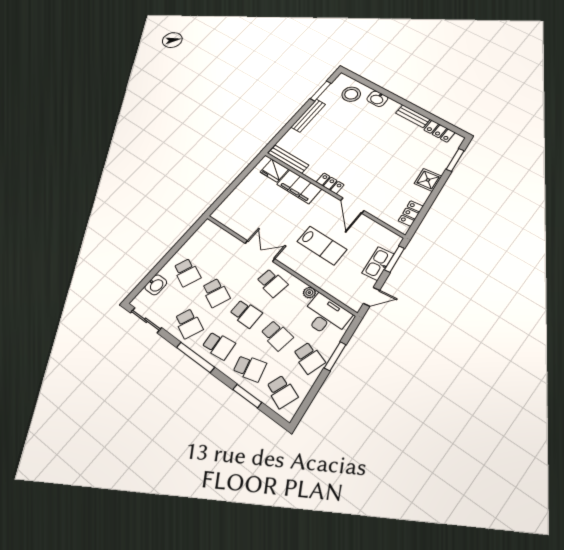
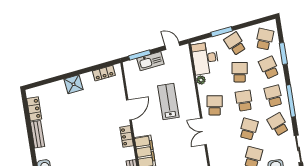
window: (455, 160) -> (46, 82), removed
school desk: (189, 324) -> (278, 124), turned -45
school desk: (309, 358) -> (235, 44), turned -42

